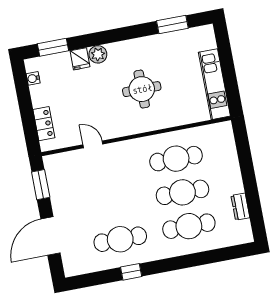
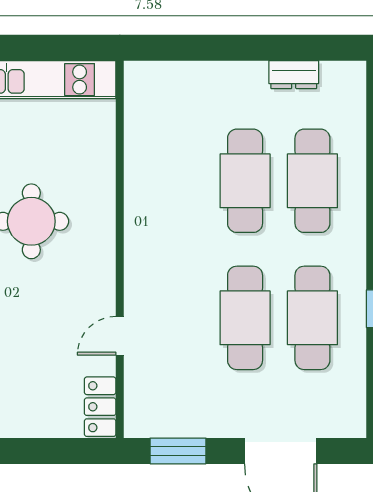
locker: (44, 124) -> (100, 407), moved, turned -90
cafe table: (176, 159) -> (245, 318), moved

